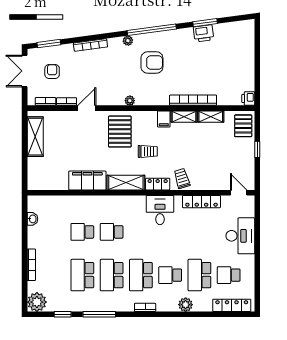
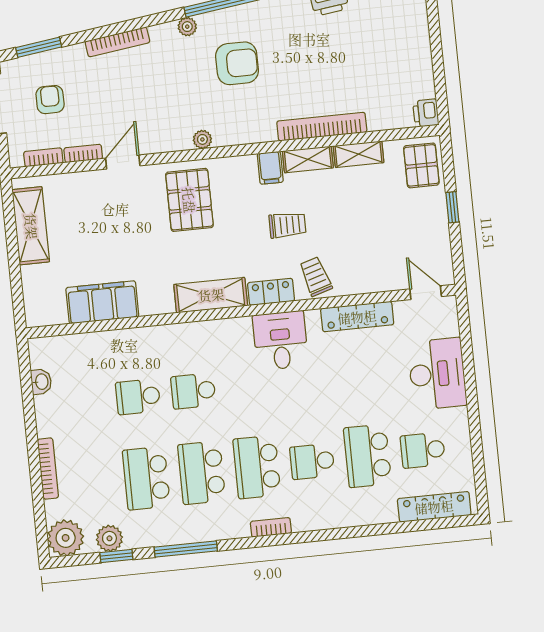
trolley: (148, 151) -> (287, 225), moved
filing cabinet: (87, 181) -> (102, 302), moved
plant: (186, 305) -> (109, 538), moved

